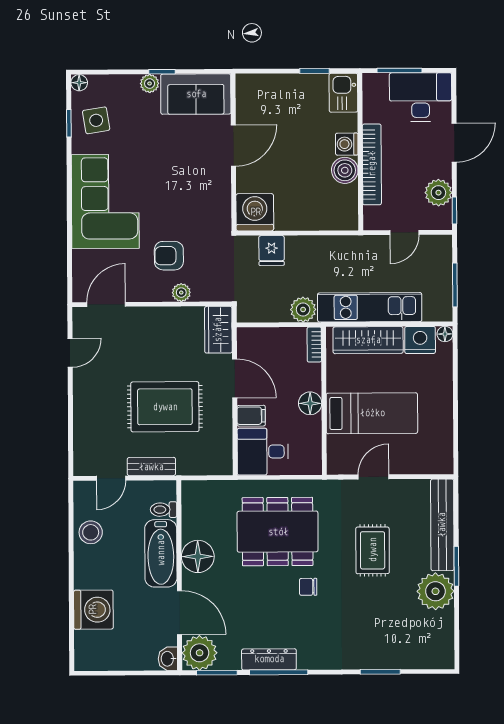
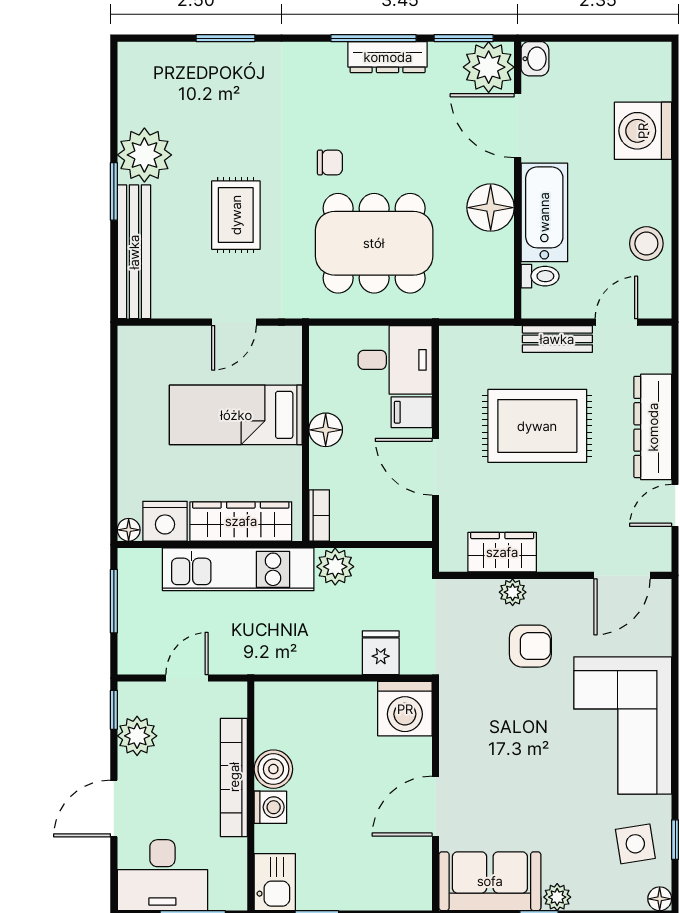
wardrobe: (218, 330) -> (502, 552), moved, turned -90
dresser: (86, 406) -> (653, 427), added

